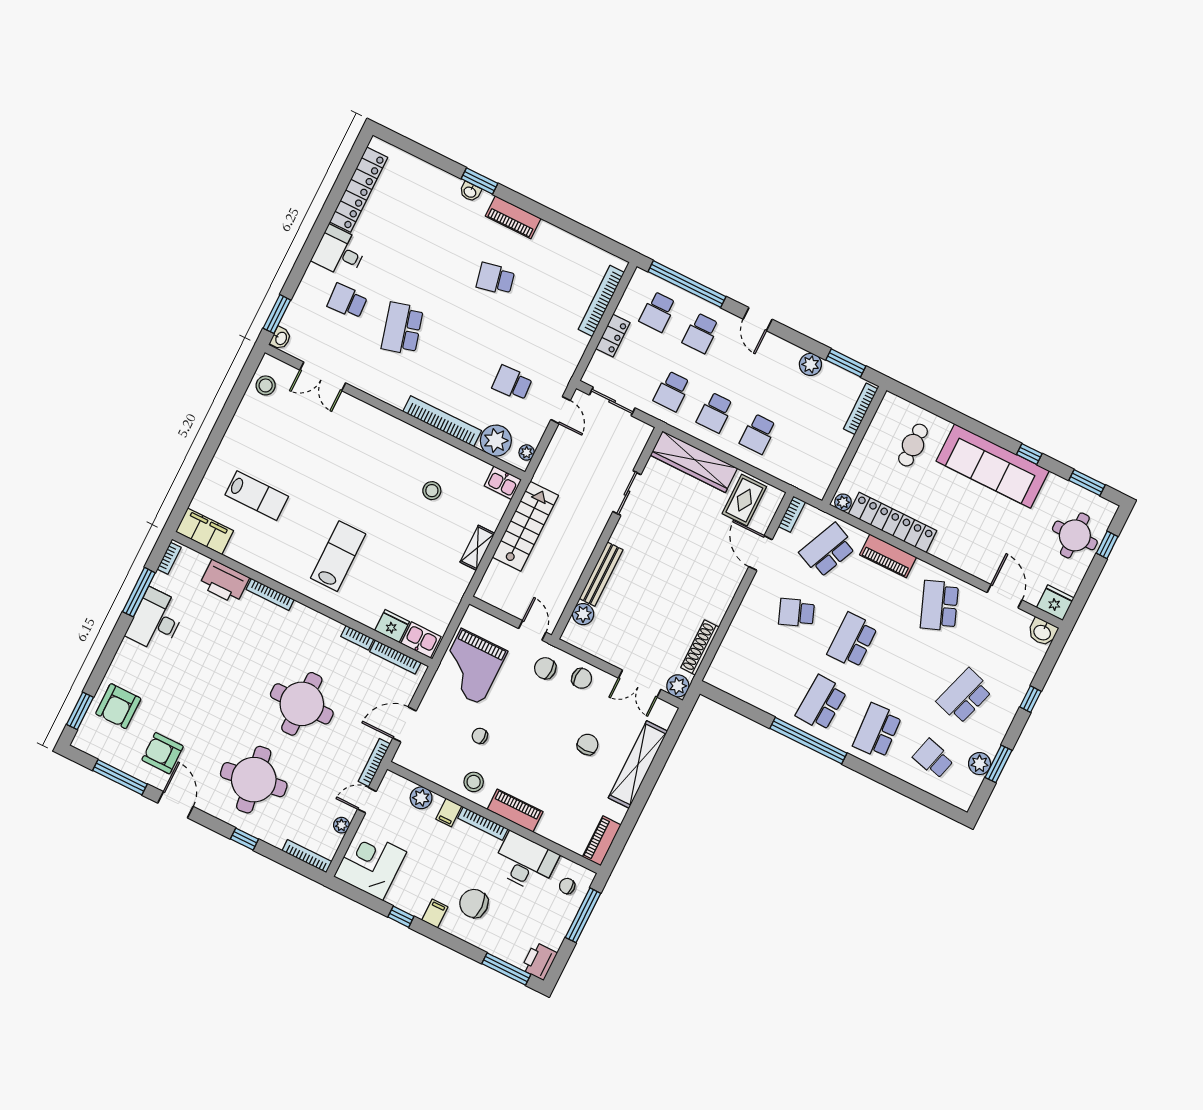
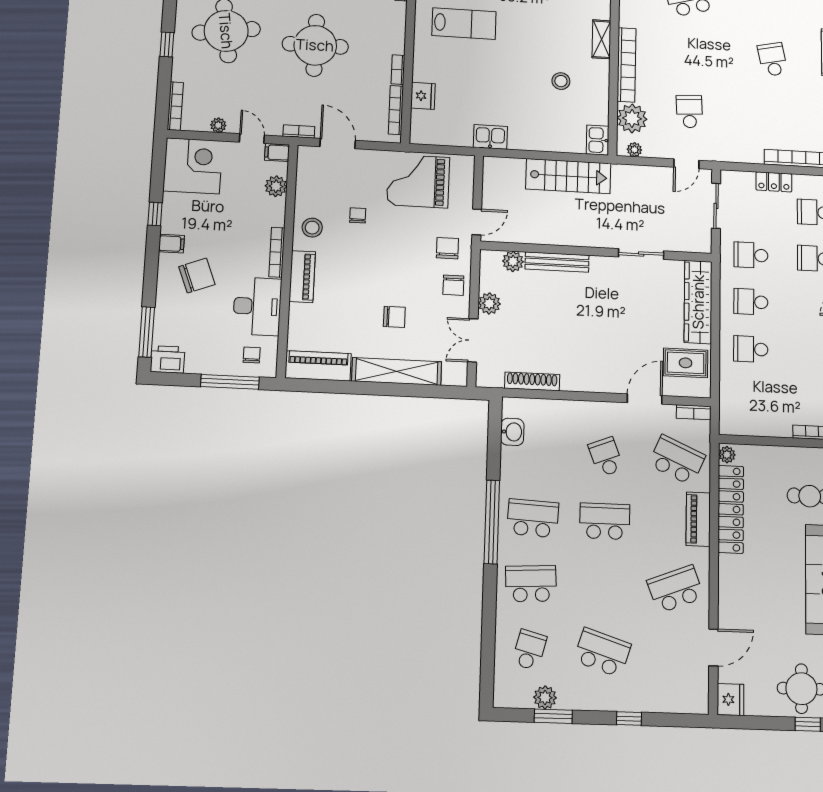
shelving: (477, 548) -> (601, 39), moved, turned 90
washbasin: (1042, 632) -> (512, 432), moved, turned 180
kitchen sink: (421, 640) -> (490, 137), moved, turned -90
plant: (678, 686) -> (489, 303), moved
bookcase: (374, 763) -> (299, 131), width x0.64
filing cabinet: (449, 813) -> (277, 152), moved
piano: (602, 841) -> (318, 366), width x1.37, depth x1.33
chair: (474, 903) -> (197, 276), turned 71

